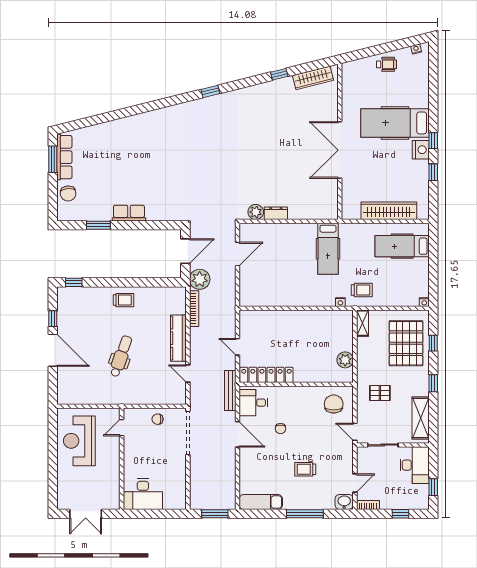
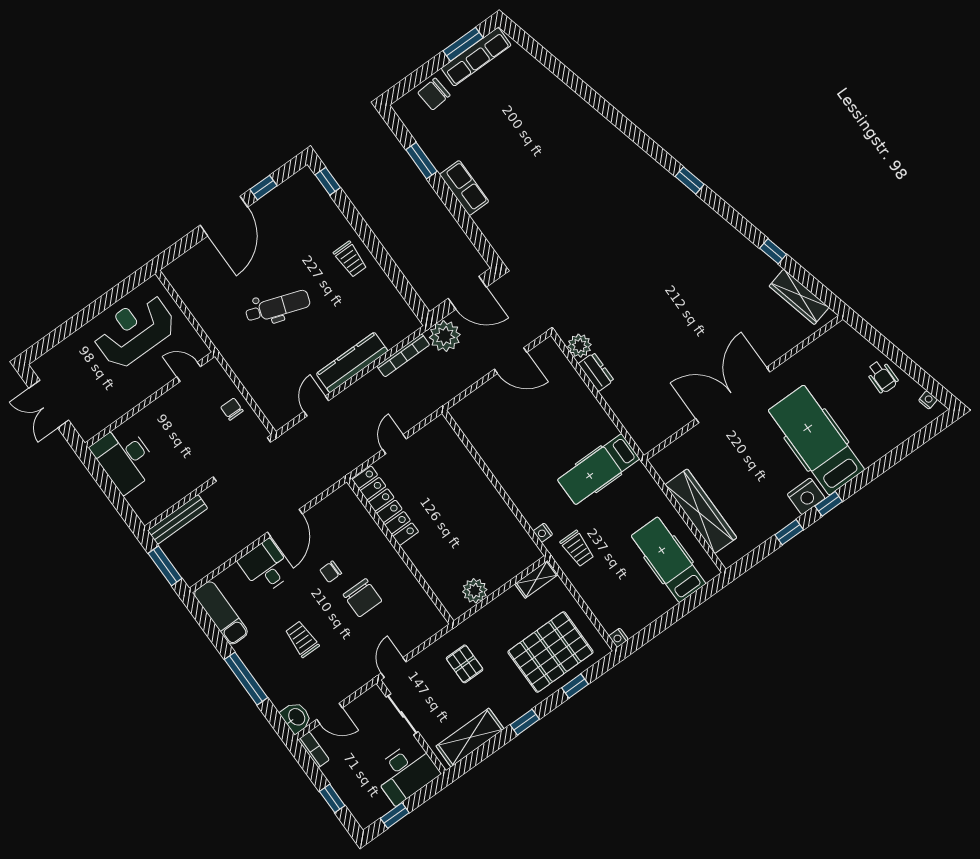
bench: (230, 391) -> (178, 519), moved
desk: (253, 403) -> (266, 567), moved
chair: (334, 404) -> (363, 598), moved, turned 90

